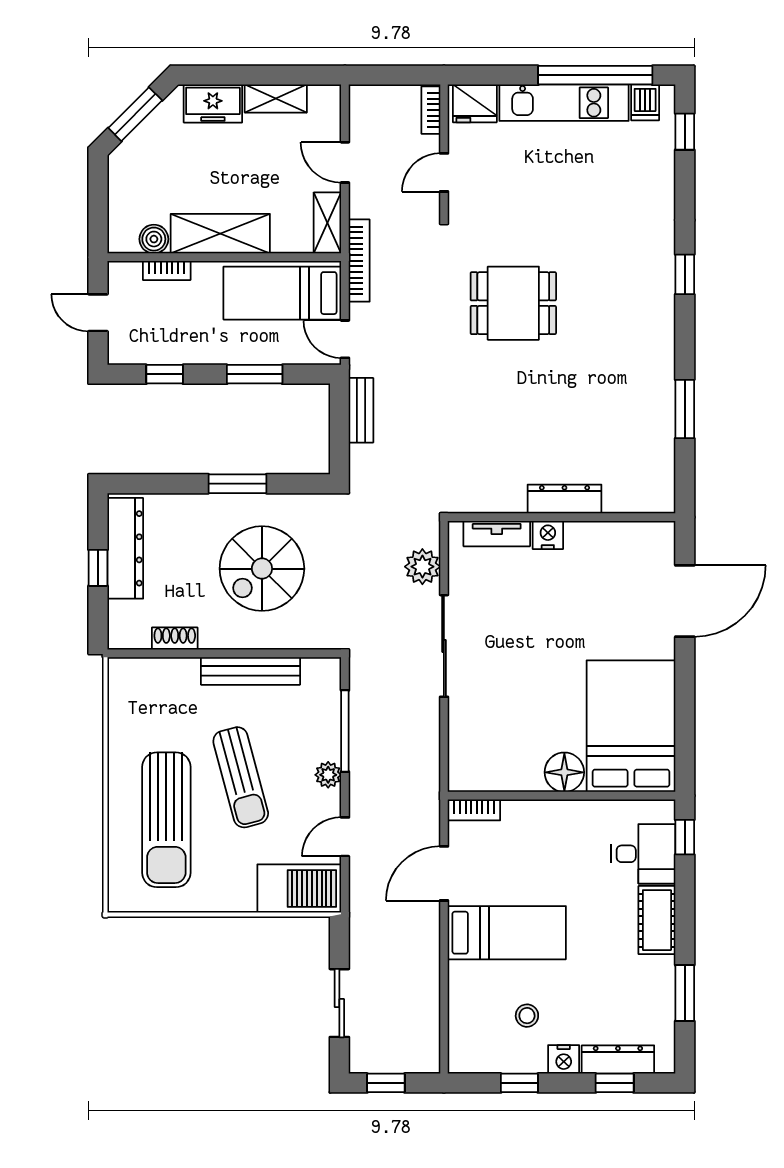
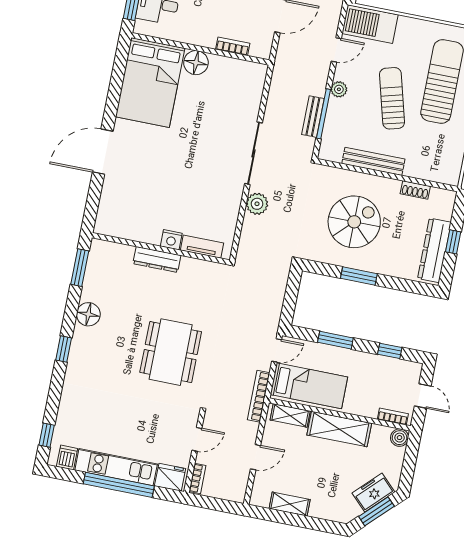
window: (595, 75) -> (119, 485), moved
freezer: (213, 104) -> (373, 492), moved, turned -45
door: (345, 162) -> (256, 457), hinge flipped
shelving: (327, 223) -> (290, 416), moved, turned 90
boiler: (154, 239) -> (400, 438), moved
bookcase: (167, 270) -> (393, 417), moved
dining table: (513, 303) -> (171, 352), width x1.38
floor lamp: (656, 337) -> (88, 314), added
door: (345, 339) -> (277, 350), hinge flipped
bench: (361, 410) -> (313, 117), moved
dresser: (564, 499) -> (157, 259), moved
wall: (562, 517) -> (161, 249), moved
tv unit: (497, 534) -> (202, 247), moved
nightstand: (548, 535) -> (171, 240), moved
bookcase: (474, 810) -> (233, 46), moved

